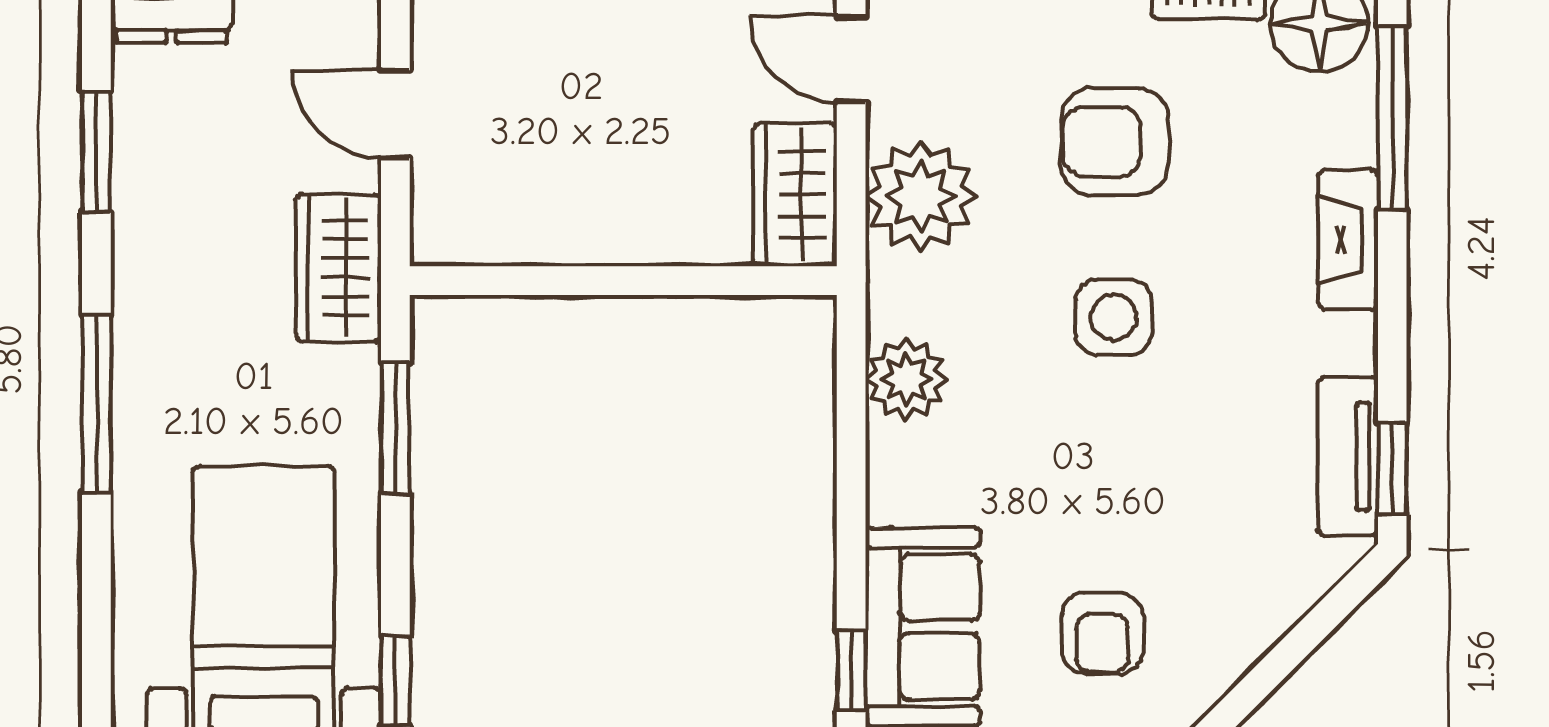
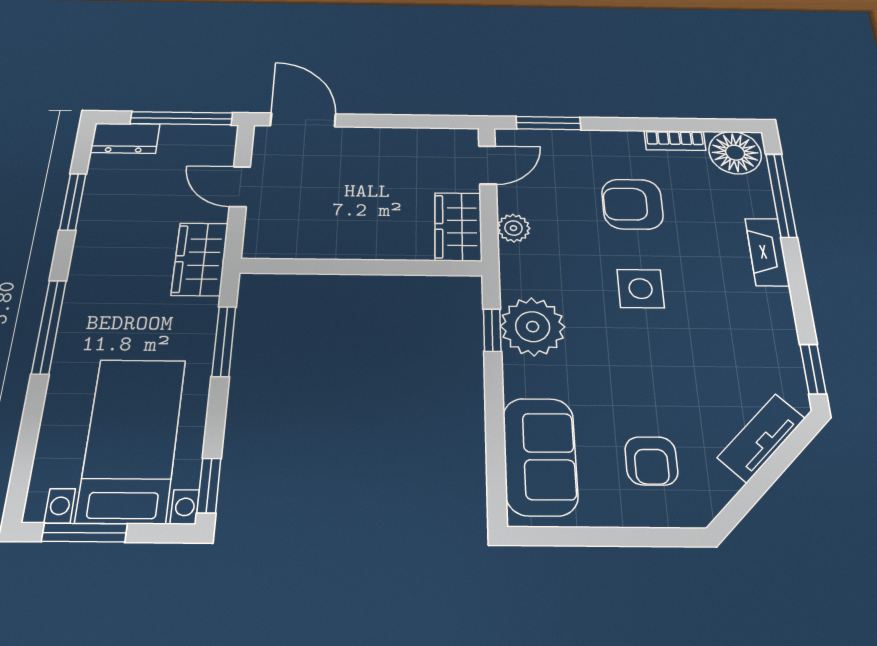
door: (851, 59) -> (487, 165), swing flipped
plant: (921, 196) -> (513, 228), width x0.53, depth x0.53
plant: (906, 379) -> (533, 327), width x1.36, depth x1.36
tv unit: (1348, 456) -> (761, 438), moved, turned 45
window: (851, 670) -> (492, 330), moved

